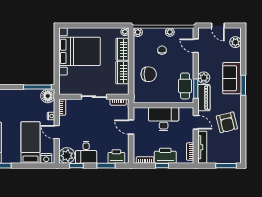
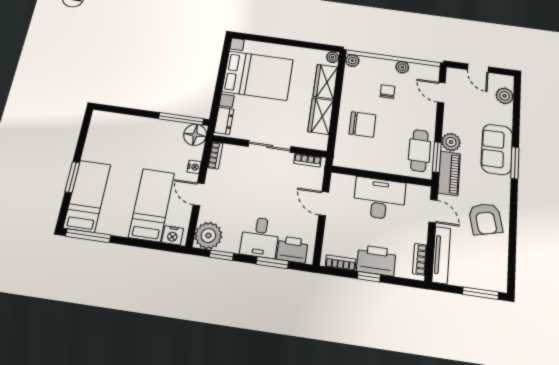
dresser: (64, 84) -> (224, 121), added
desk: (86, 152) -> (260, 237), moved

